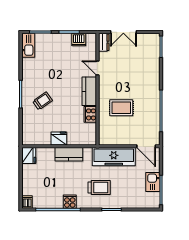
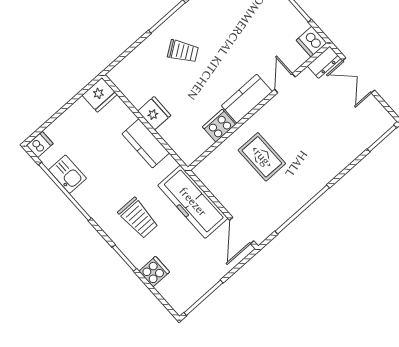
dishwasher: (79, 40) -> (312, 42), moved
kitchen sink: (153, 182) -> (67, 174), moved, turned 90
cooker: (70, 202) -> (154, 272), moved

